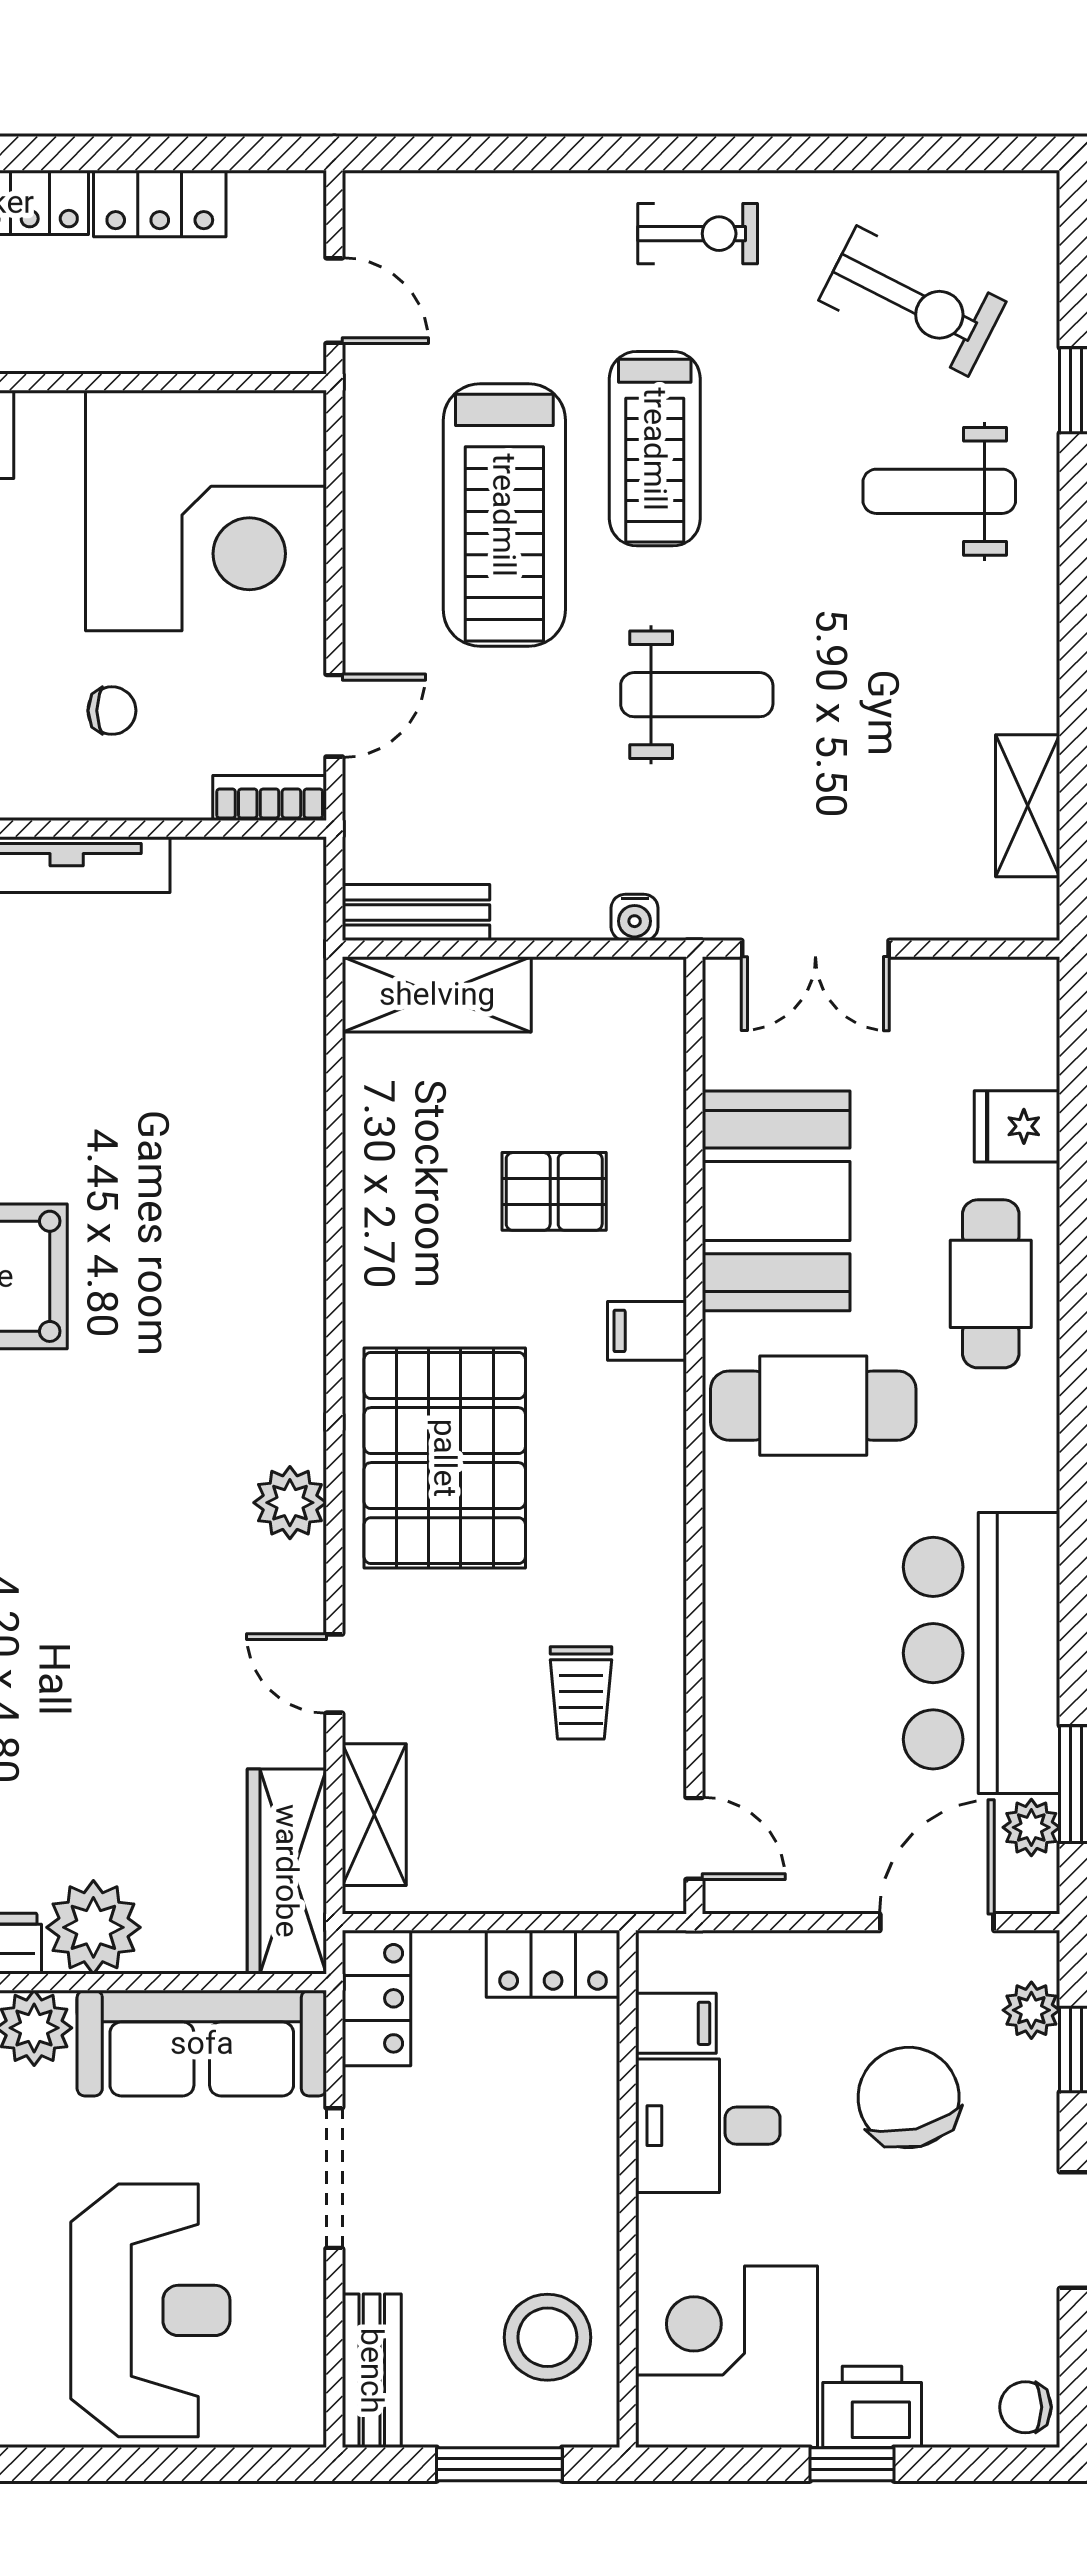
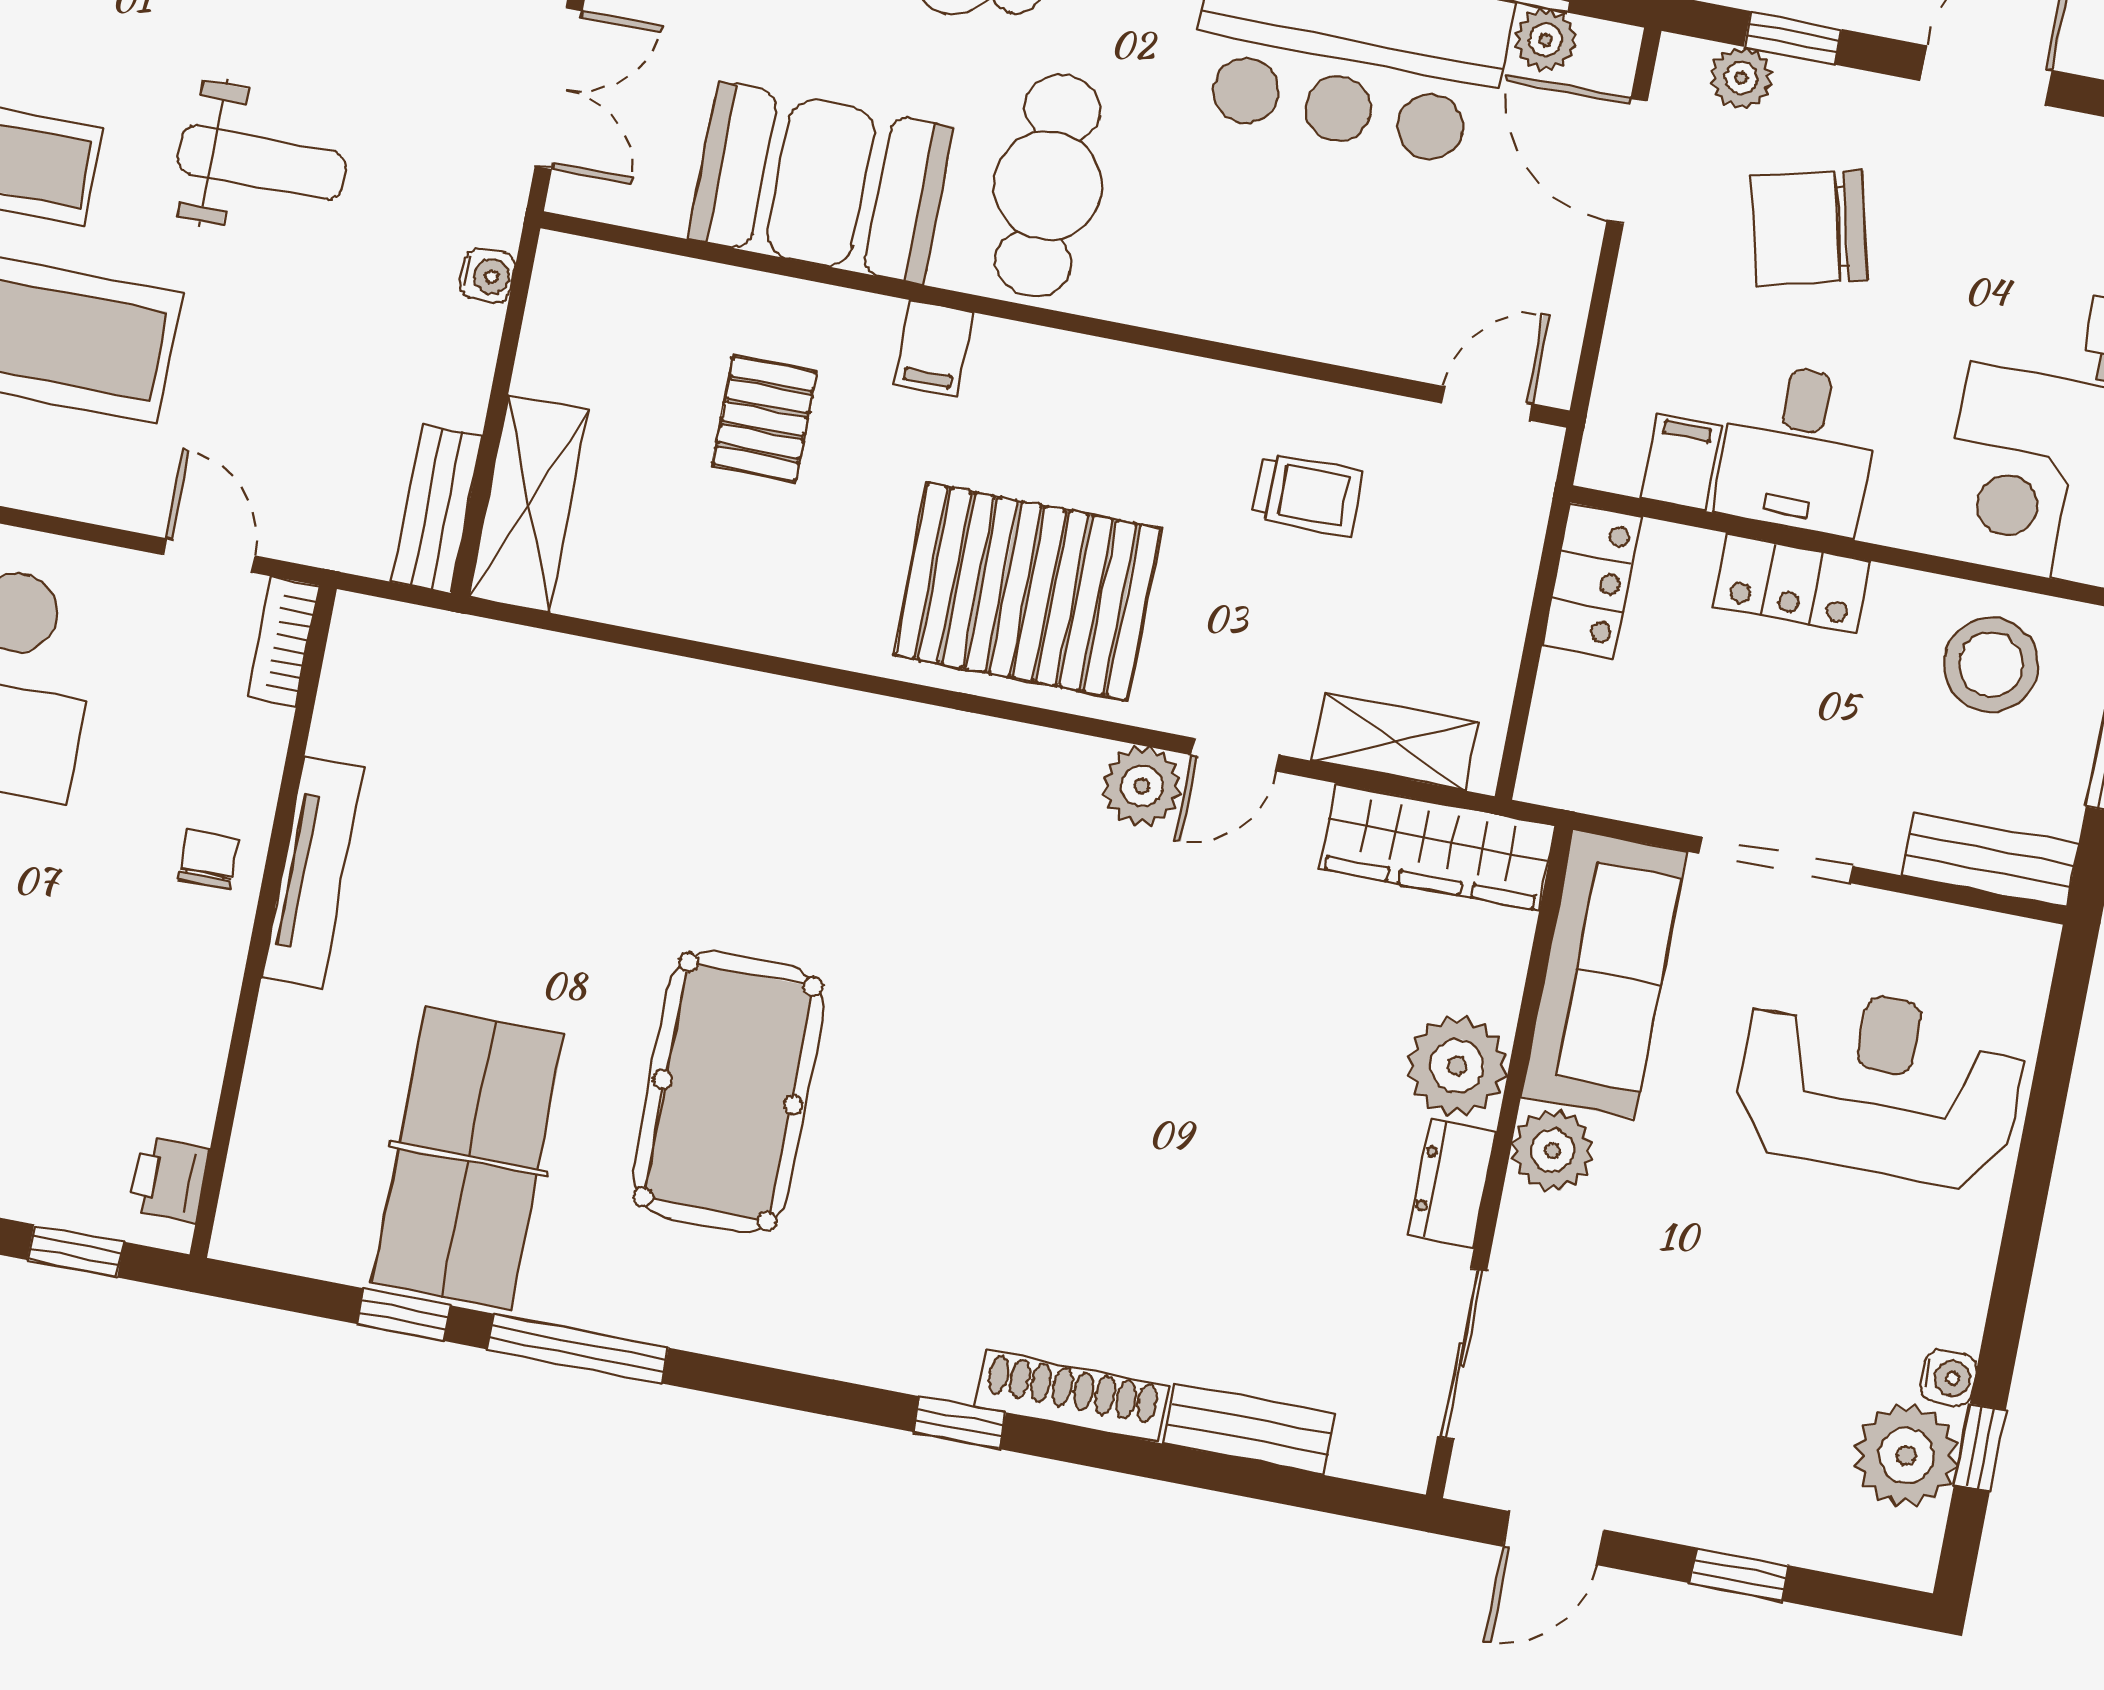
weight bench: (697, 695) -> (262, 162), turned 90
chair: (112, 711) -> (208, 859), moved
plant: (290, 1503) -> (1142, 786), moved
locker: (376, 1998) -> (1792, 584), moved, turned 180

